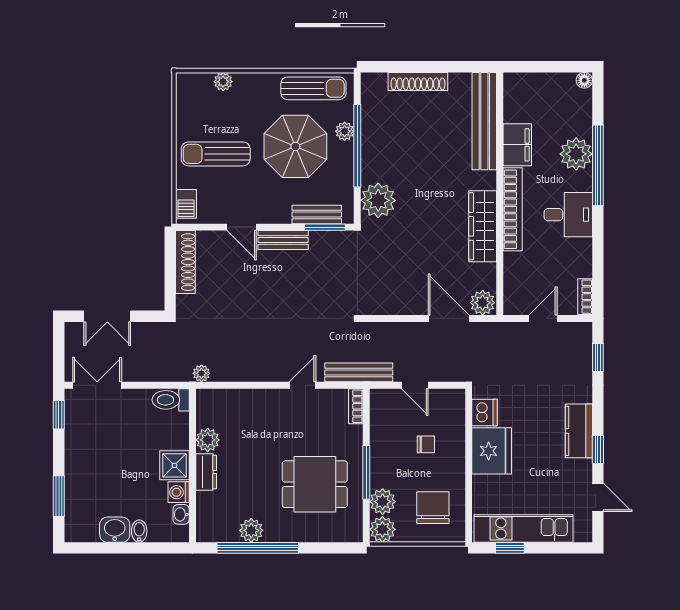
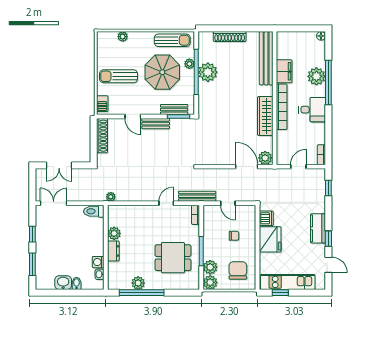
plant: (378, 200) -> (208, 72), moved
window: (59, 415) -> (32, 234), moved
shower: (174, 465) -> (96, 247), removed

